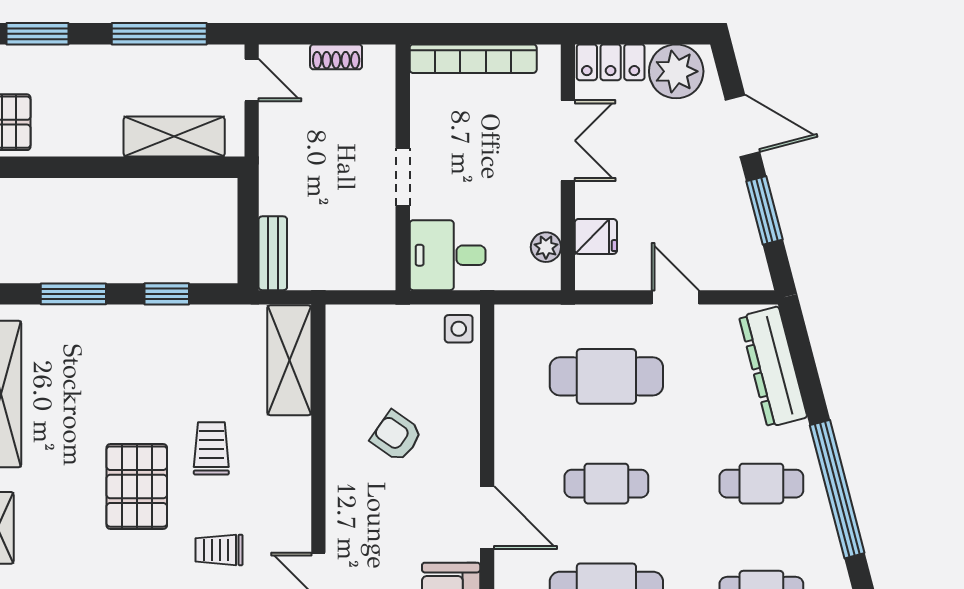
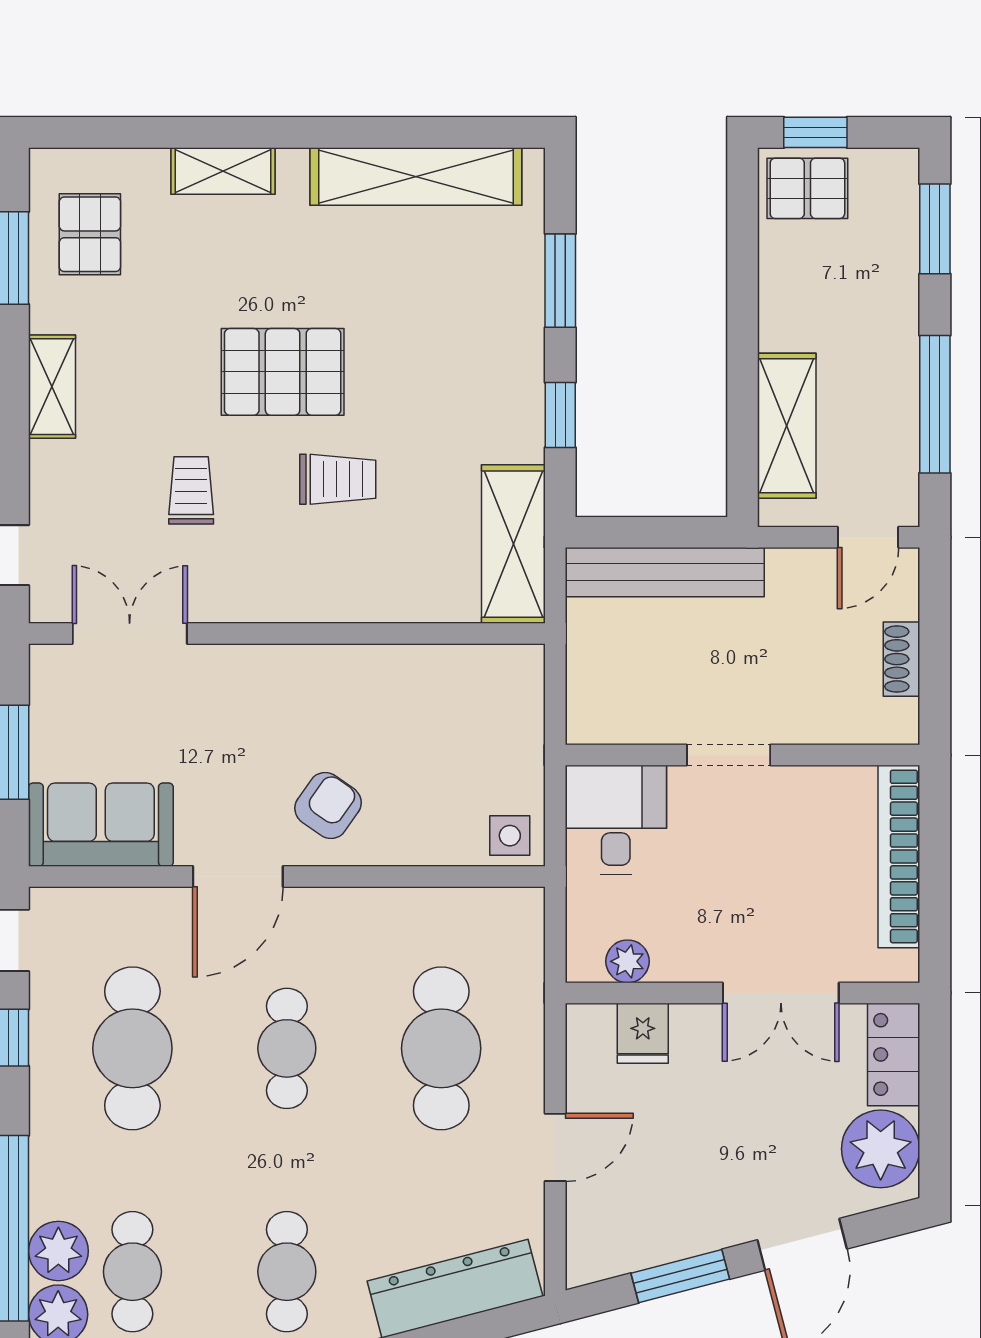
bench: (273, 253) -> (665, 572), width x1.86, depth x1.21
shelving: (289, 360) -> (513, 544), moved, turned 90
armchair: (396, 436) -> (328, 806), moved

